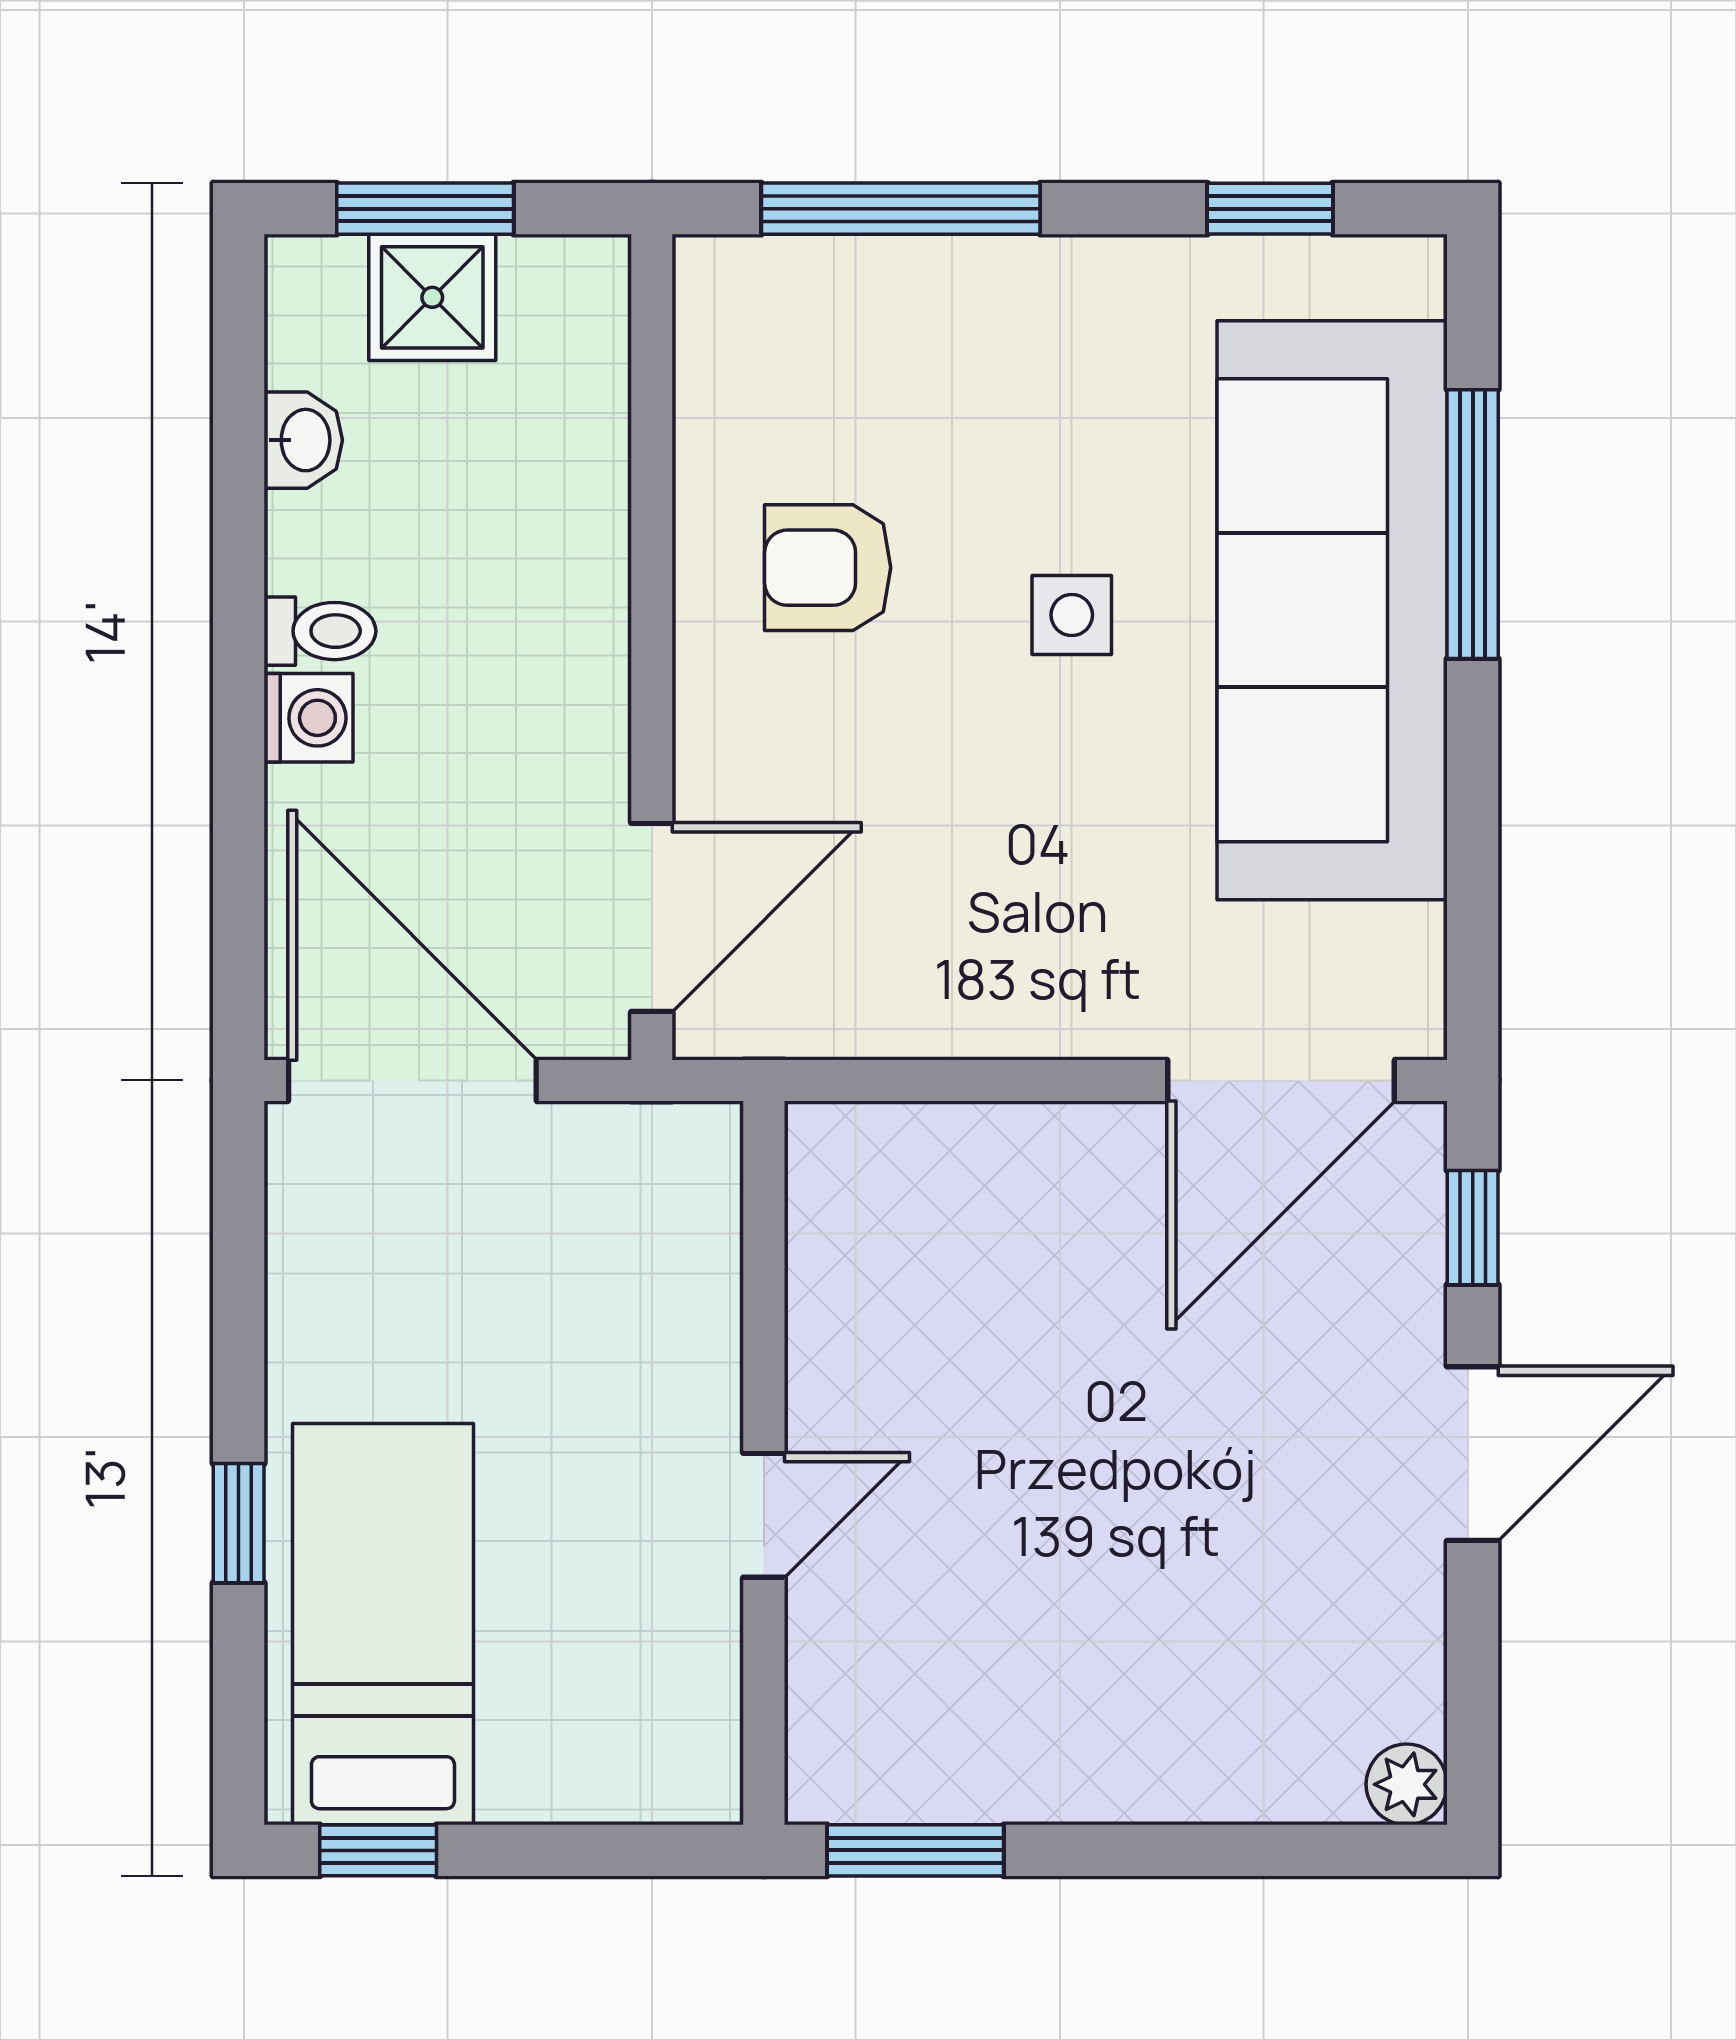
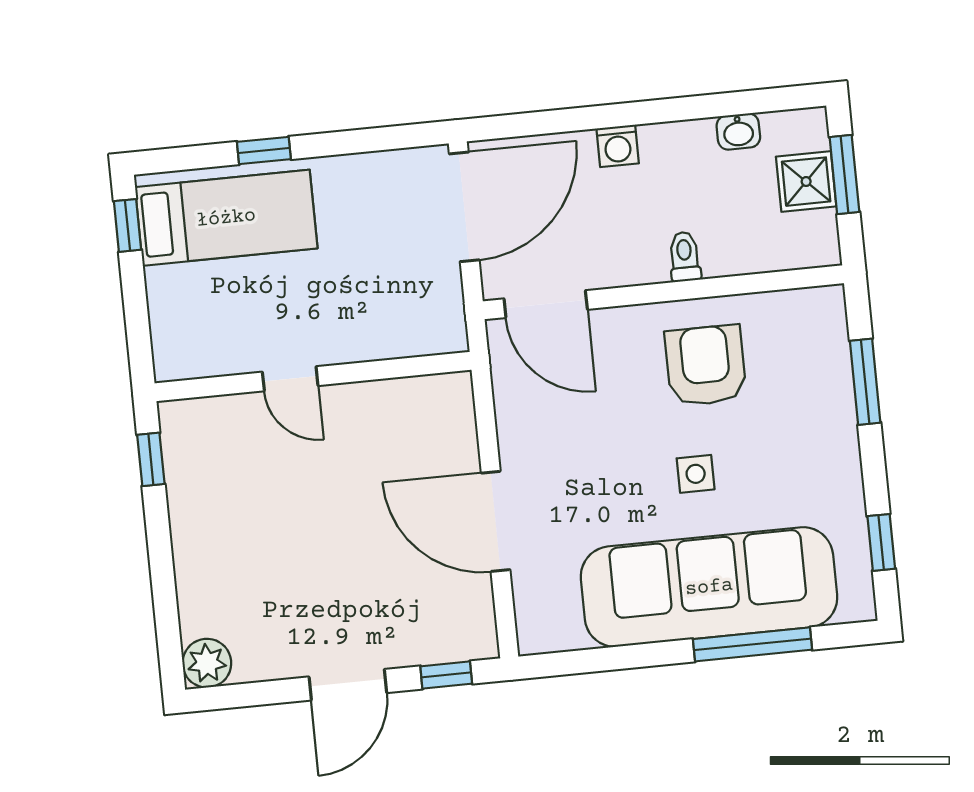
window: (901, 209) -> (865, 382), width x0.69
armchair: (828, 568) -> (706, 365), width x1.38, depth x1.38
toilet: (320, 631) -> (685, 257), moved, turned 180
door: (1281, 1080) -> (496, 521), moved
door: (1473, 1454) -> (348, 685), hinge flipped
plant: (1407, 1784) -> (207, 663), width x1.38, depth x1.38
window: (915, 1850) -> (151, 459), width x0.67

